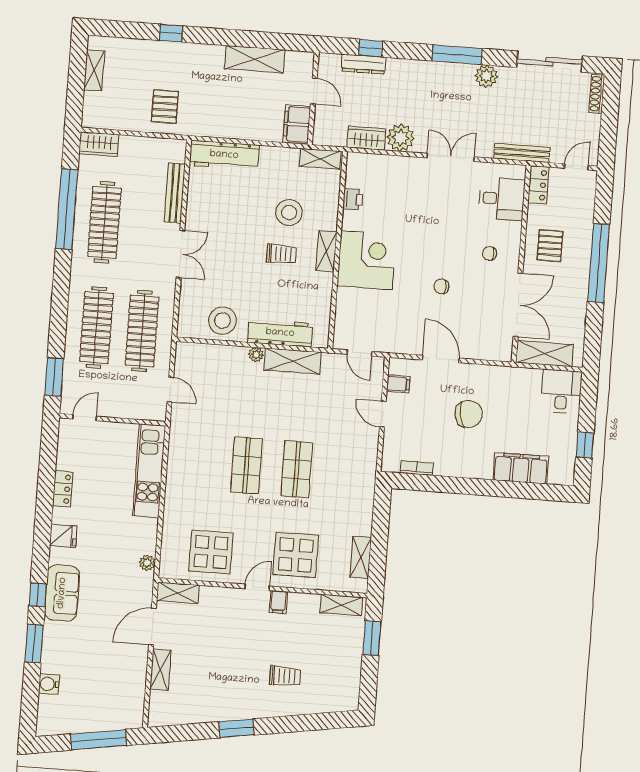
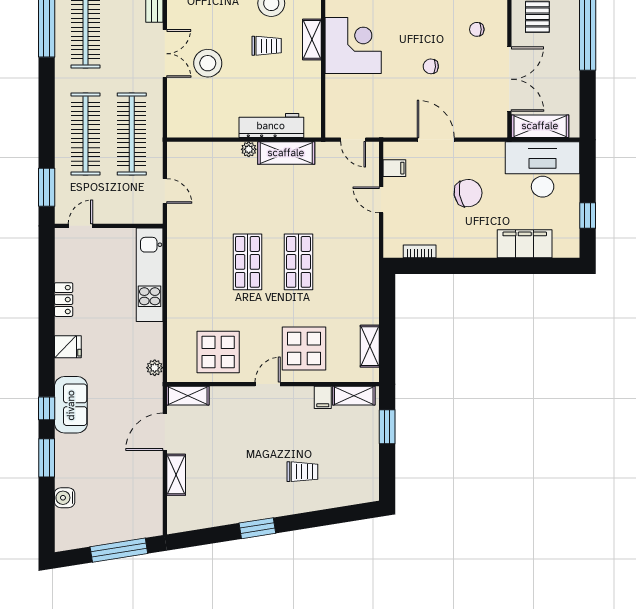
stool: (222, 321) -> (208, 63), moved
desk: (561, 391) -> (543, 169), width x1.87, depth x1.30
filing cabinet: (278, 602) -> (323, 397), moved

